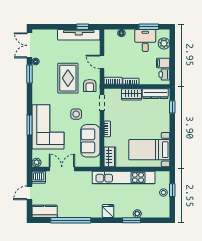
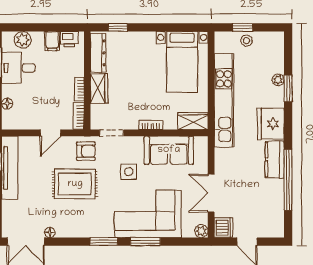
window: (30, 74) -> (104, 242), moved
kitchen counter: (45, 211) -> (275, 159), moved
fridge: (108, 211) -> (271, 124), width x1.88, depth x1.34

